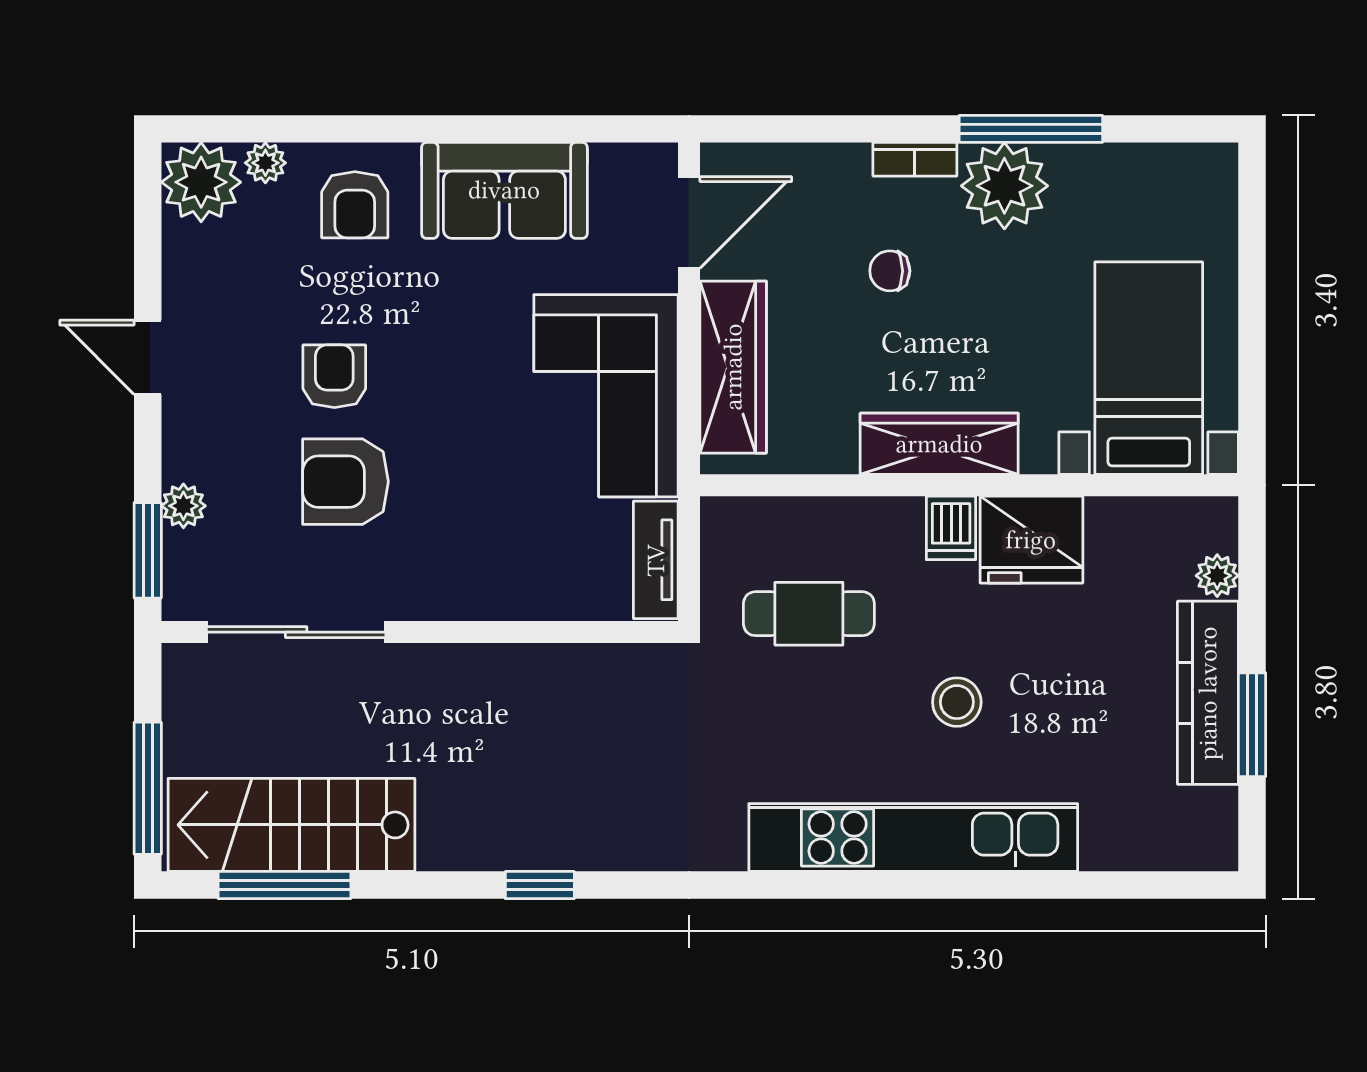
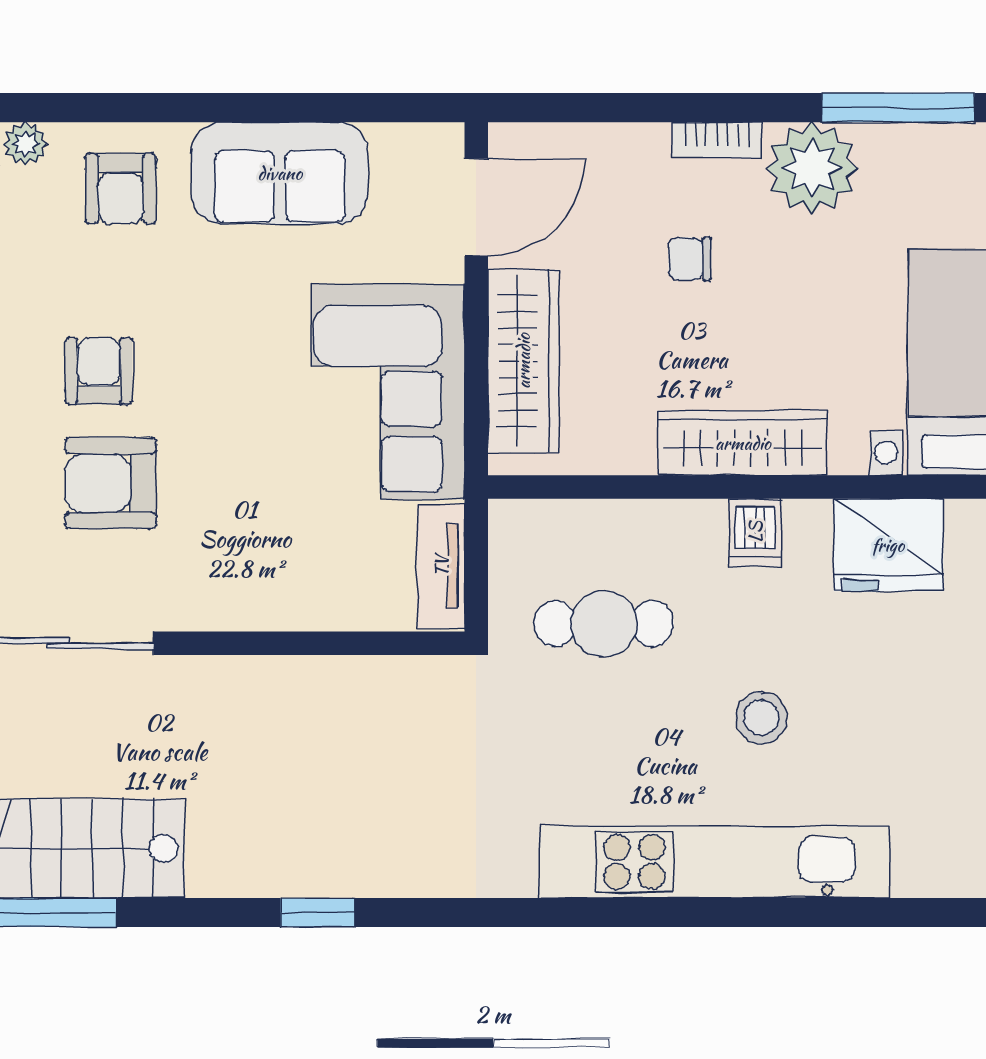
window: (1031, 129) -> (898, 108), moved
fridge: (1031, 540) -> (888, 545), moved

